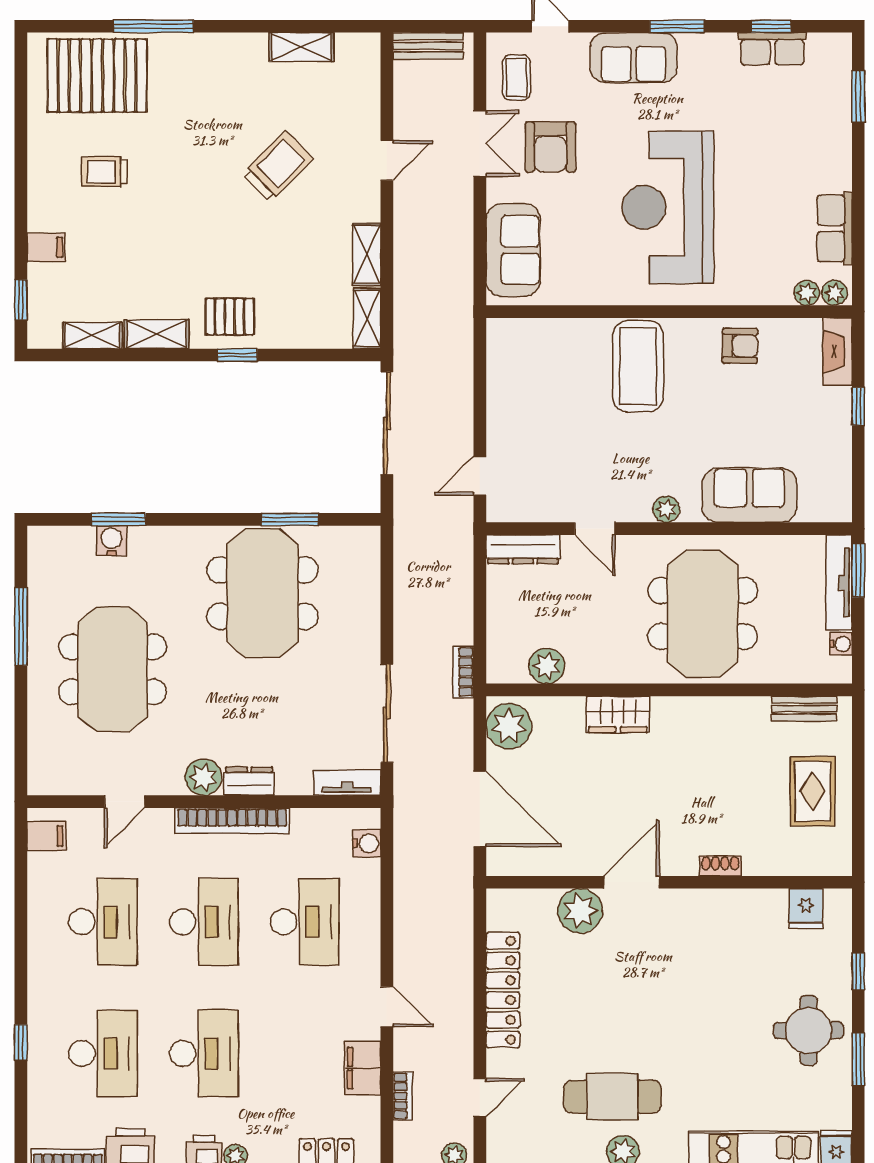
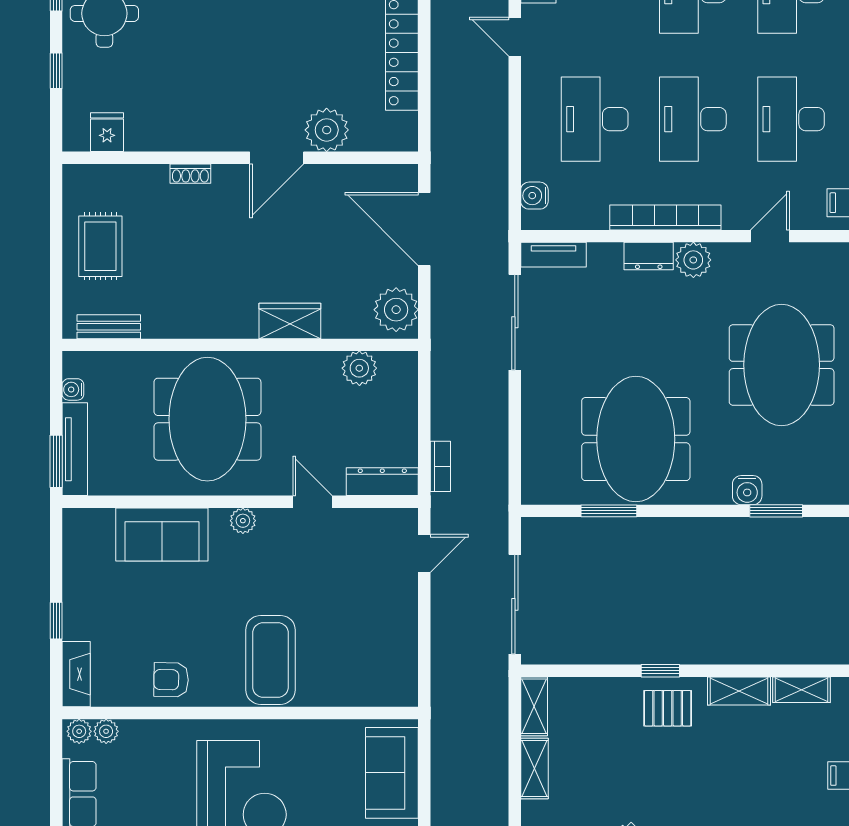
water cooler: (112, 541) -> (747, 490), moved
bookcase: (463, 672) -> (440, 466), moved

